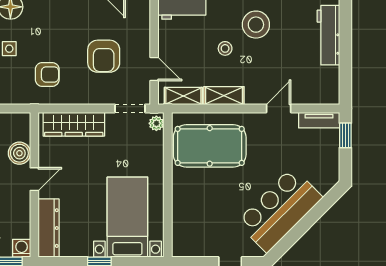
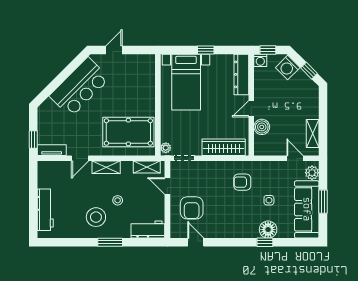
armchair: (104, 56) -> (192, 208), moved, turned 180
shelving: (224, 96) -> (106, 167), moved

